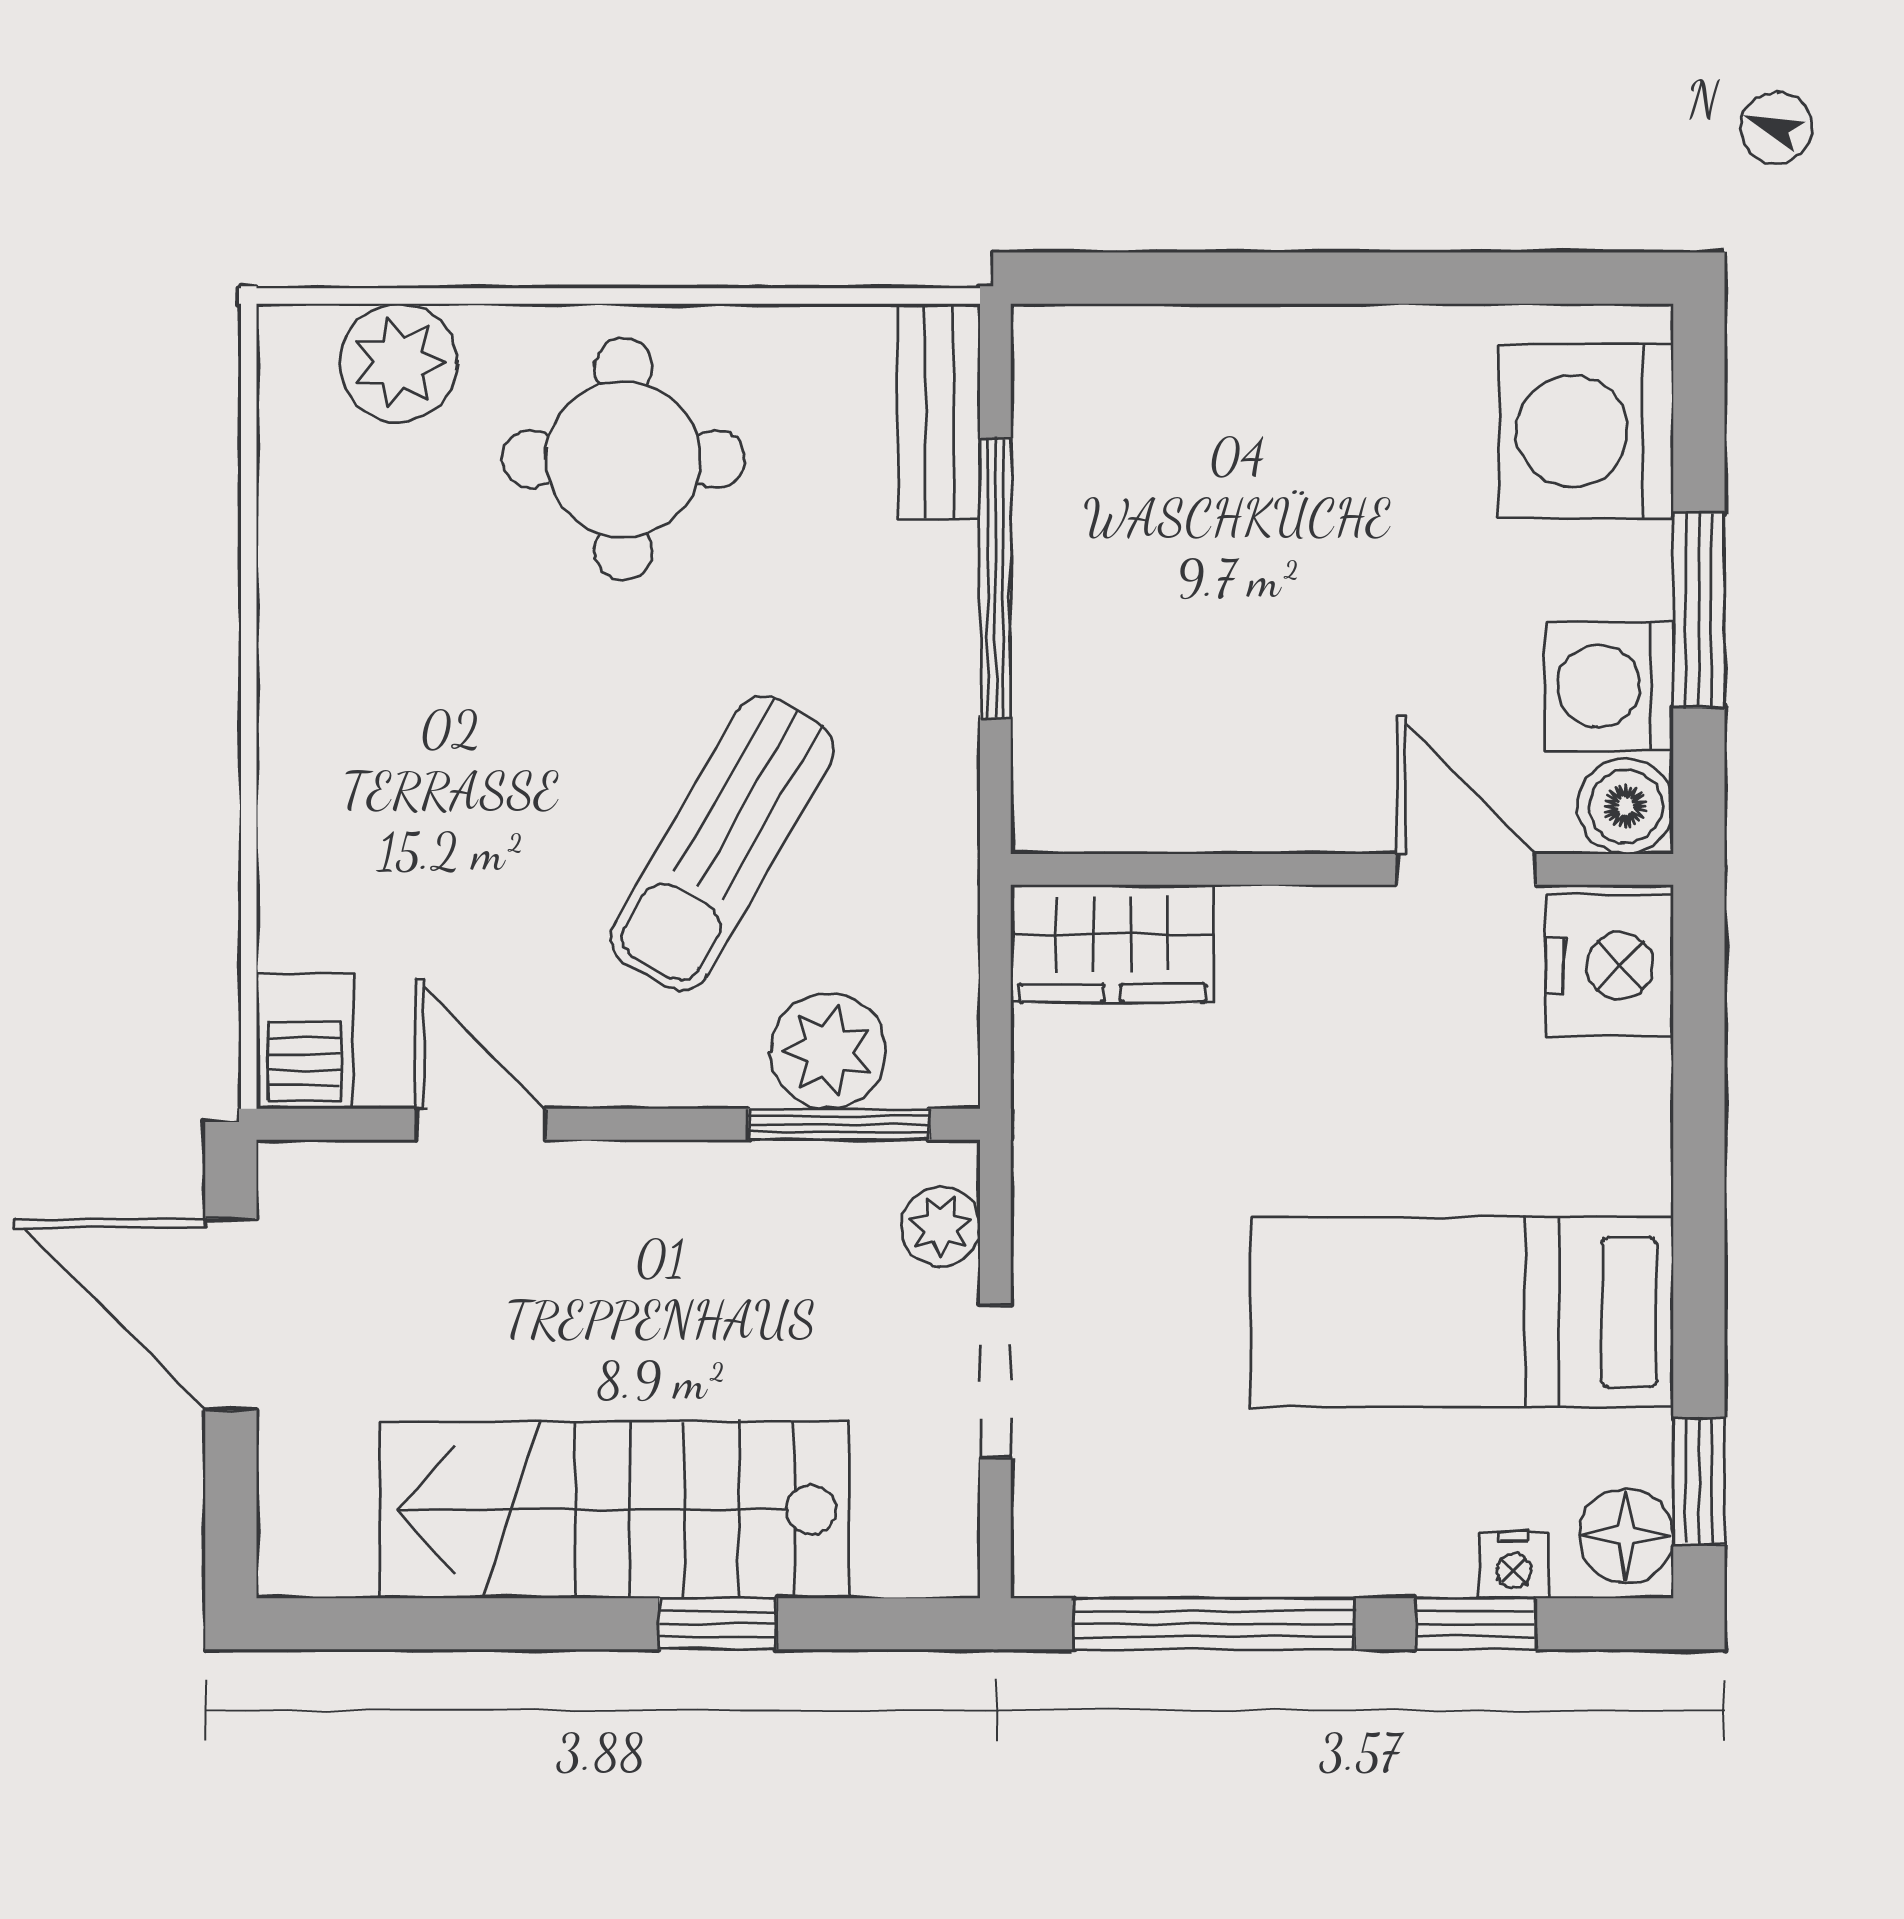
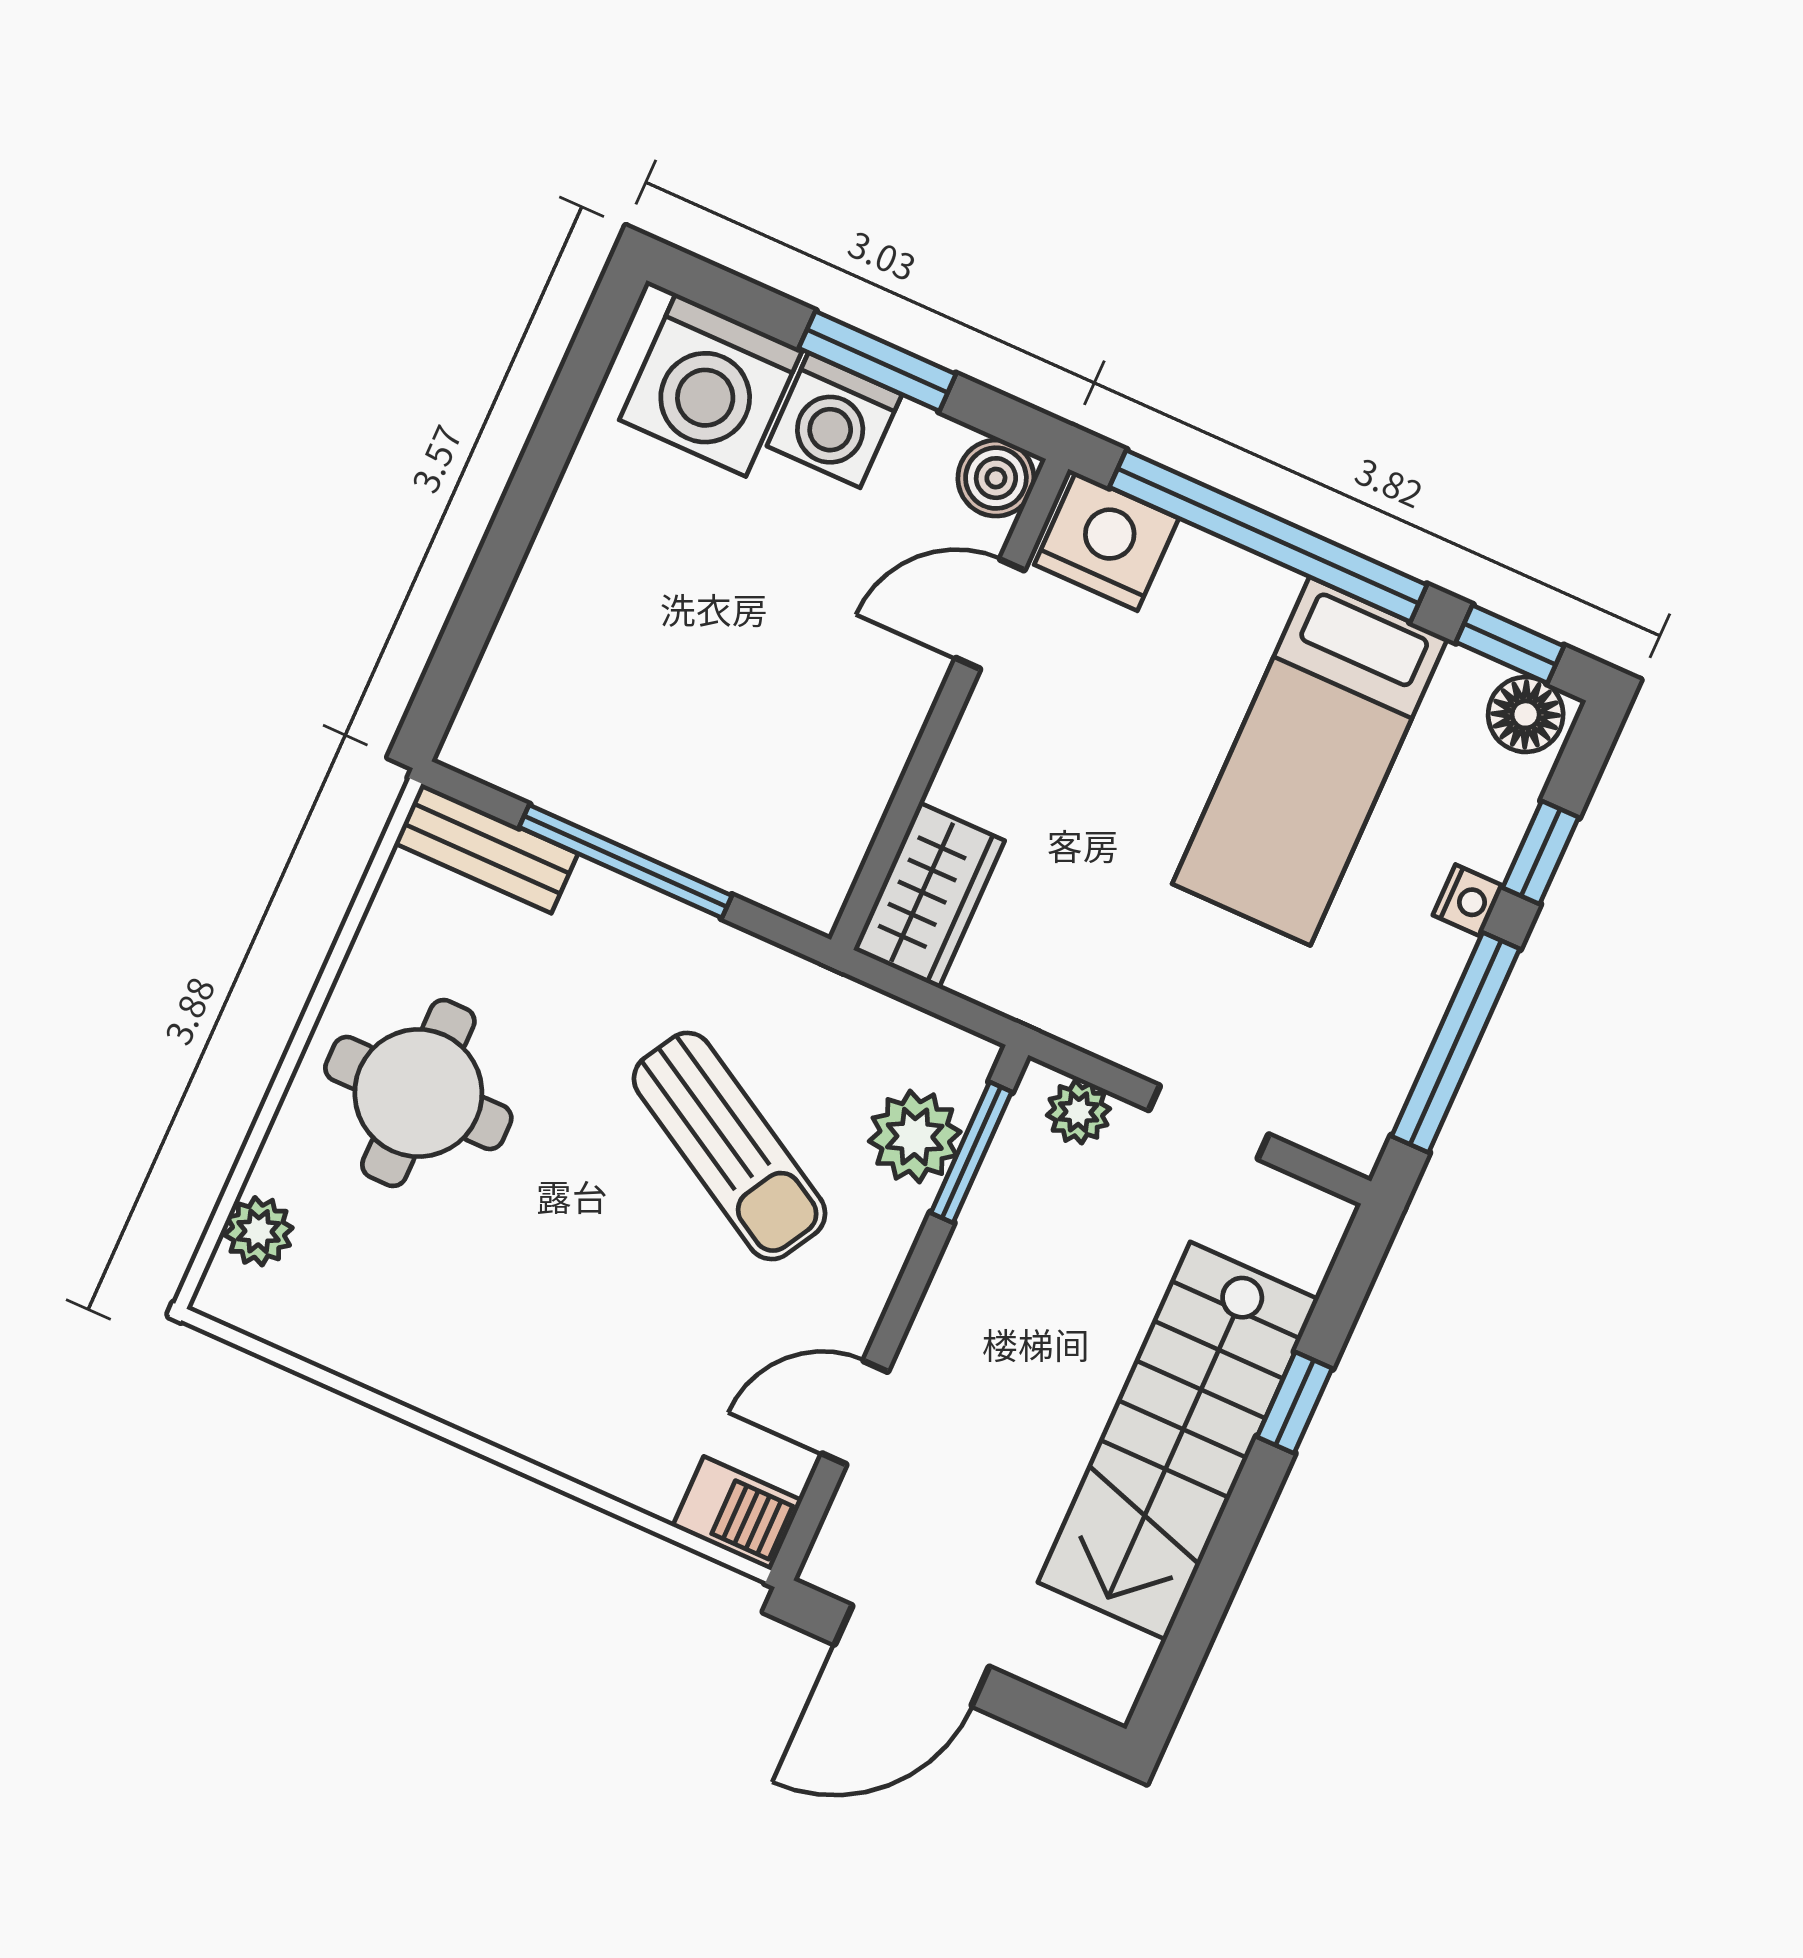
plant: (399, 363) -> (259, 1231), width x0.73, depth x0.73
washing machine: (1609, 686) -> (834, 420), moved
window: (1699, 1148) -> (1268, 536), added
nightstand: (1514, 1565) -> (1468, 901), moved

